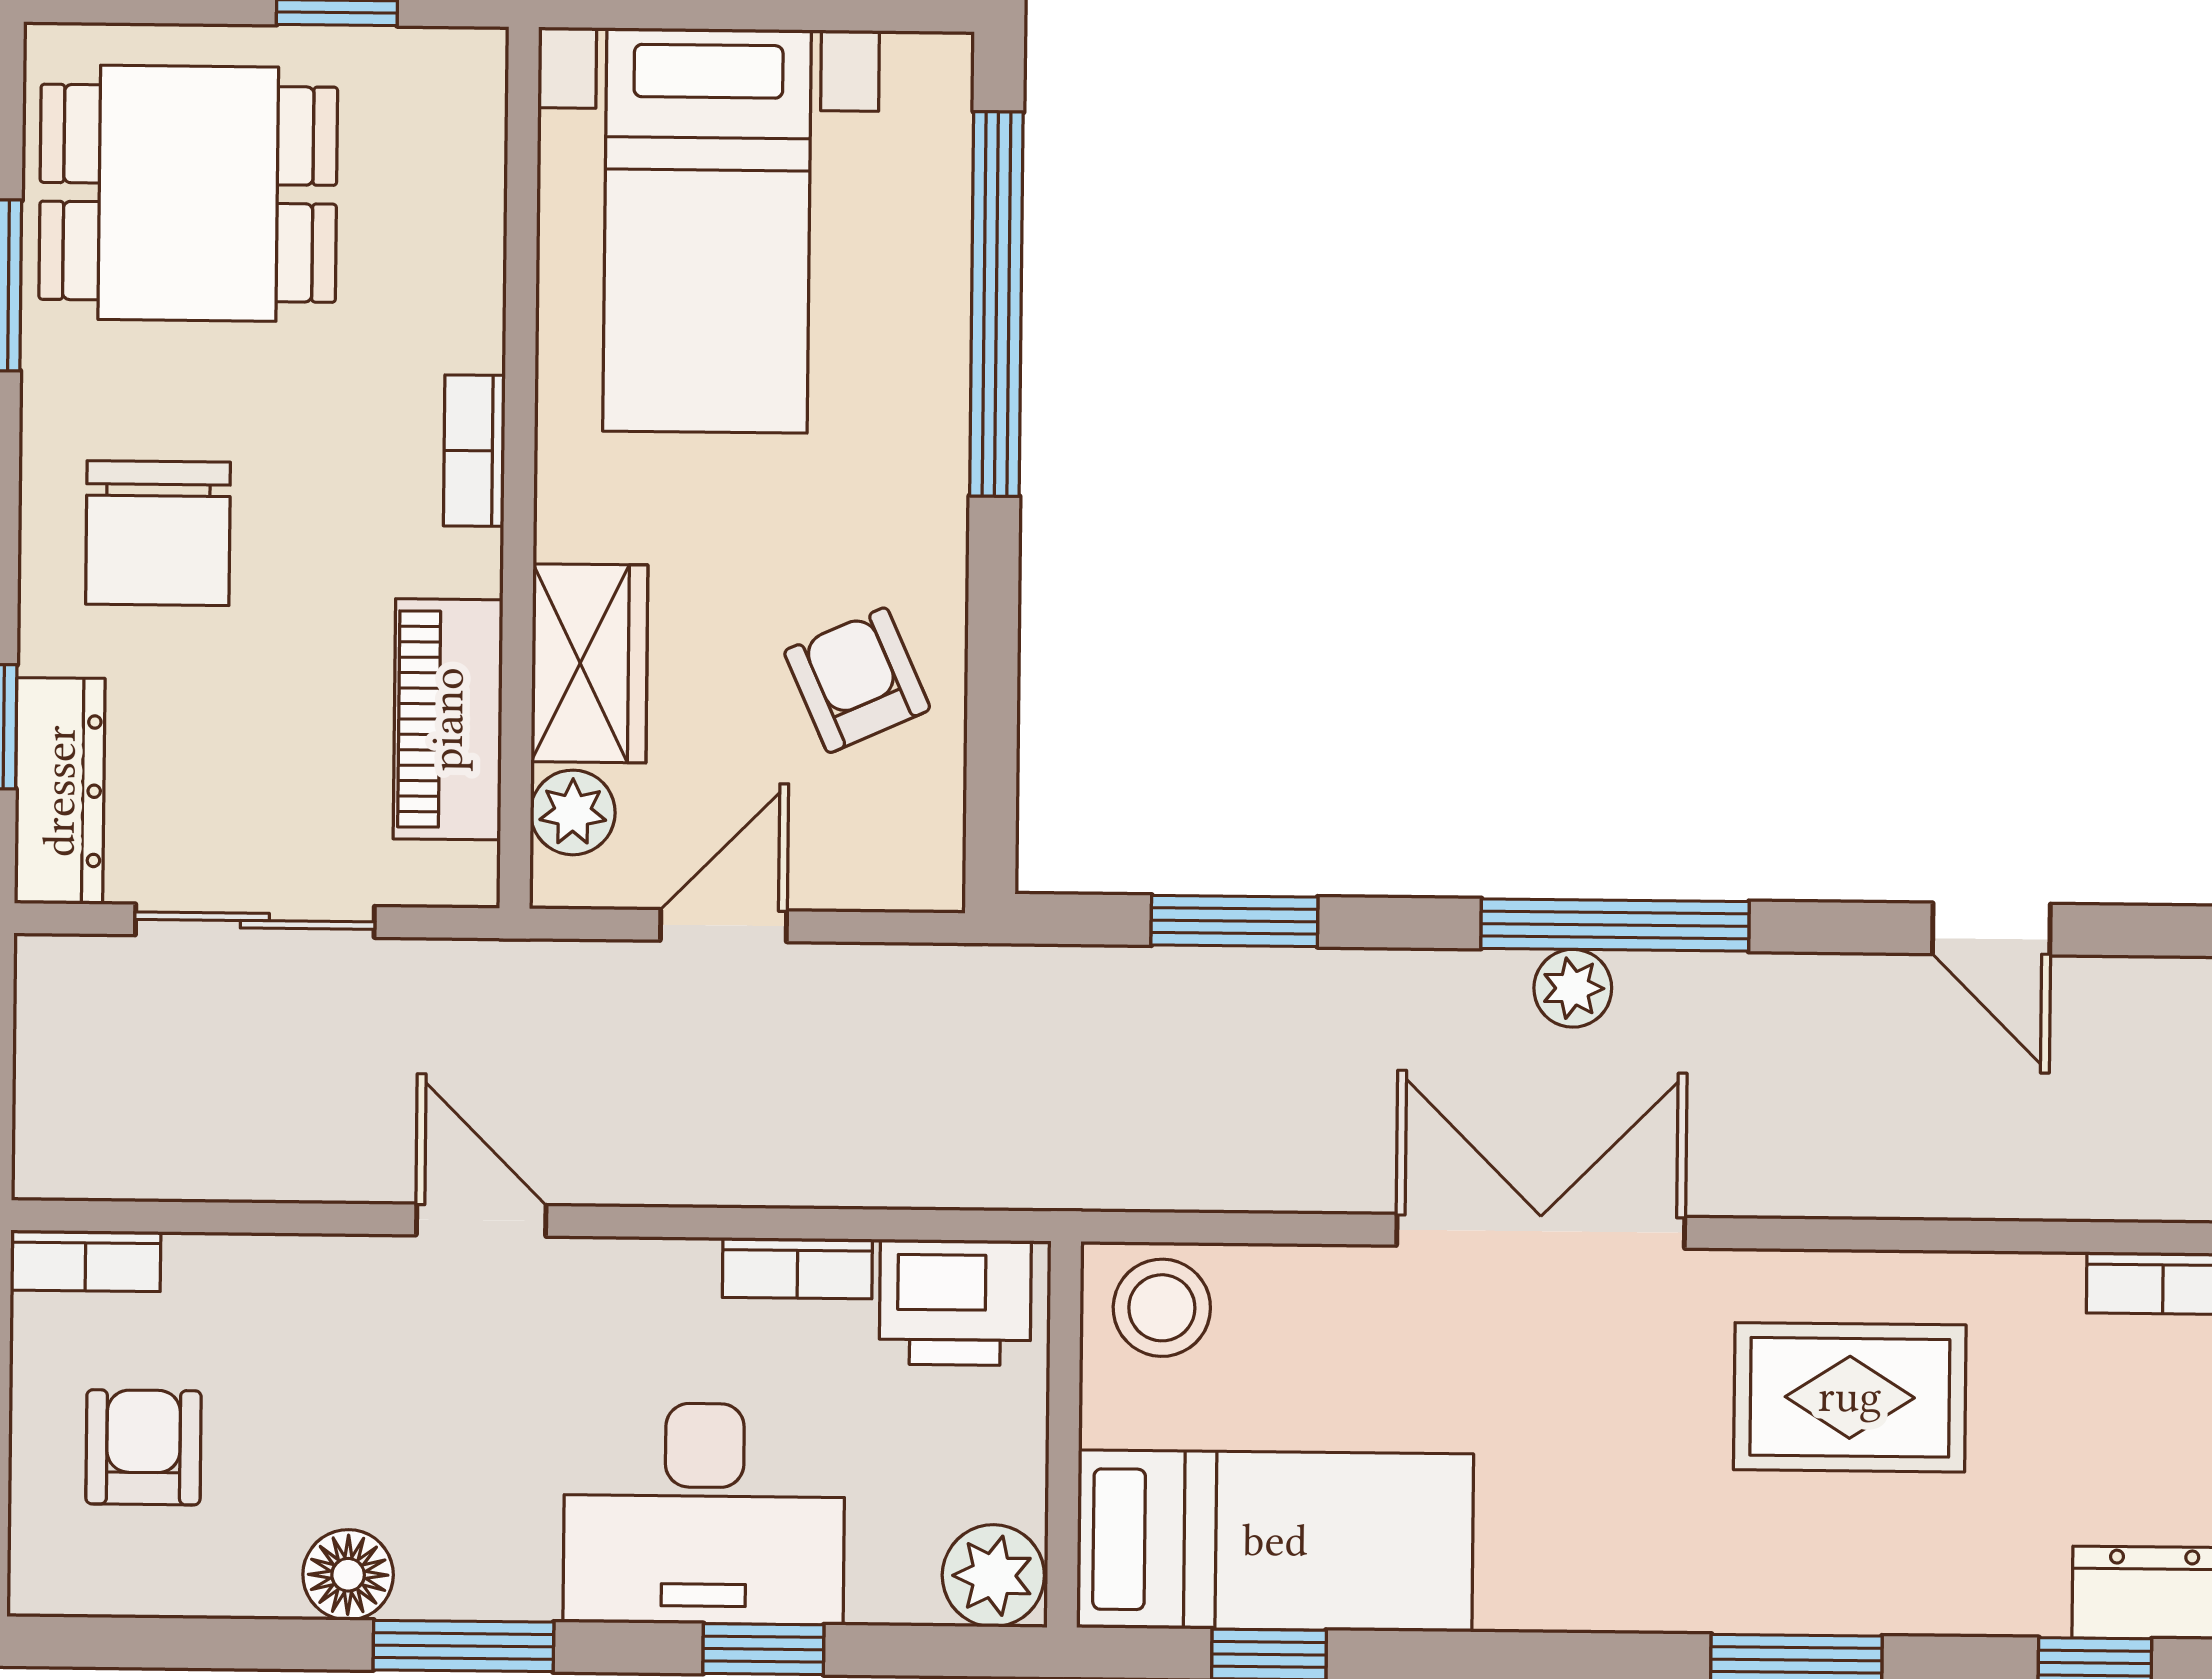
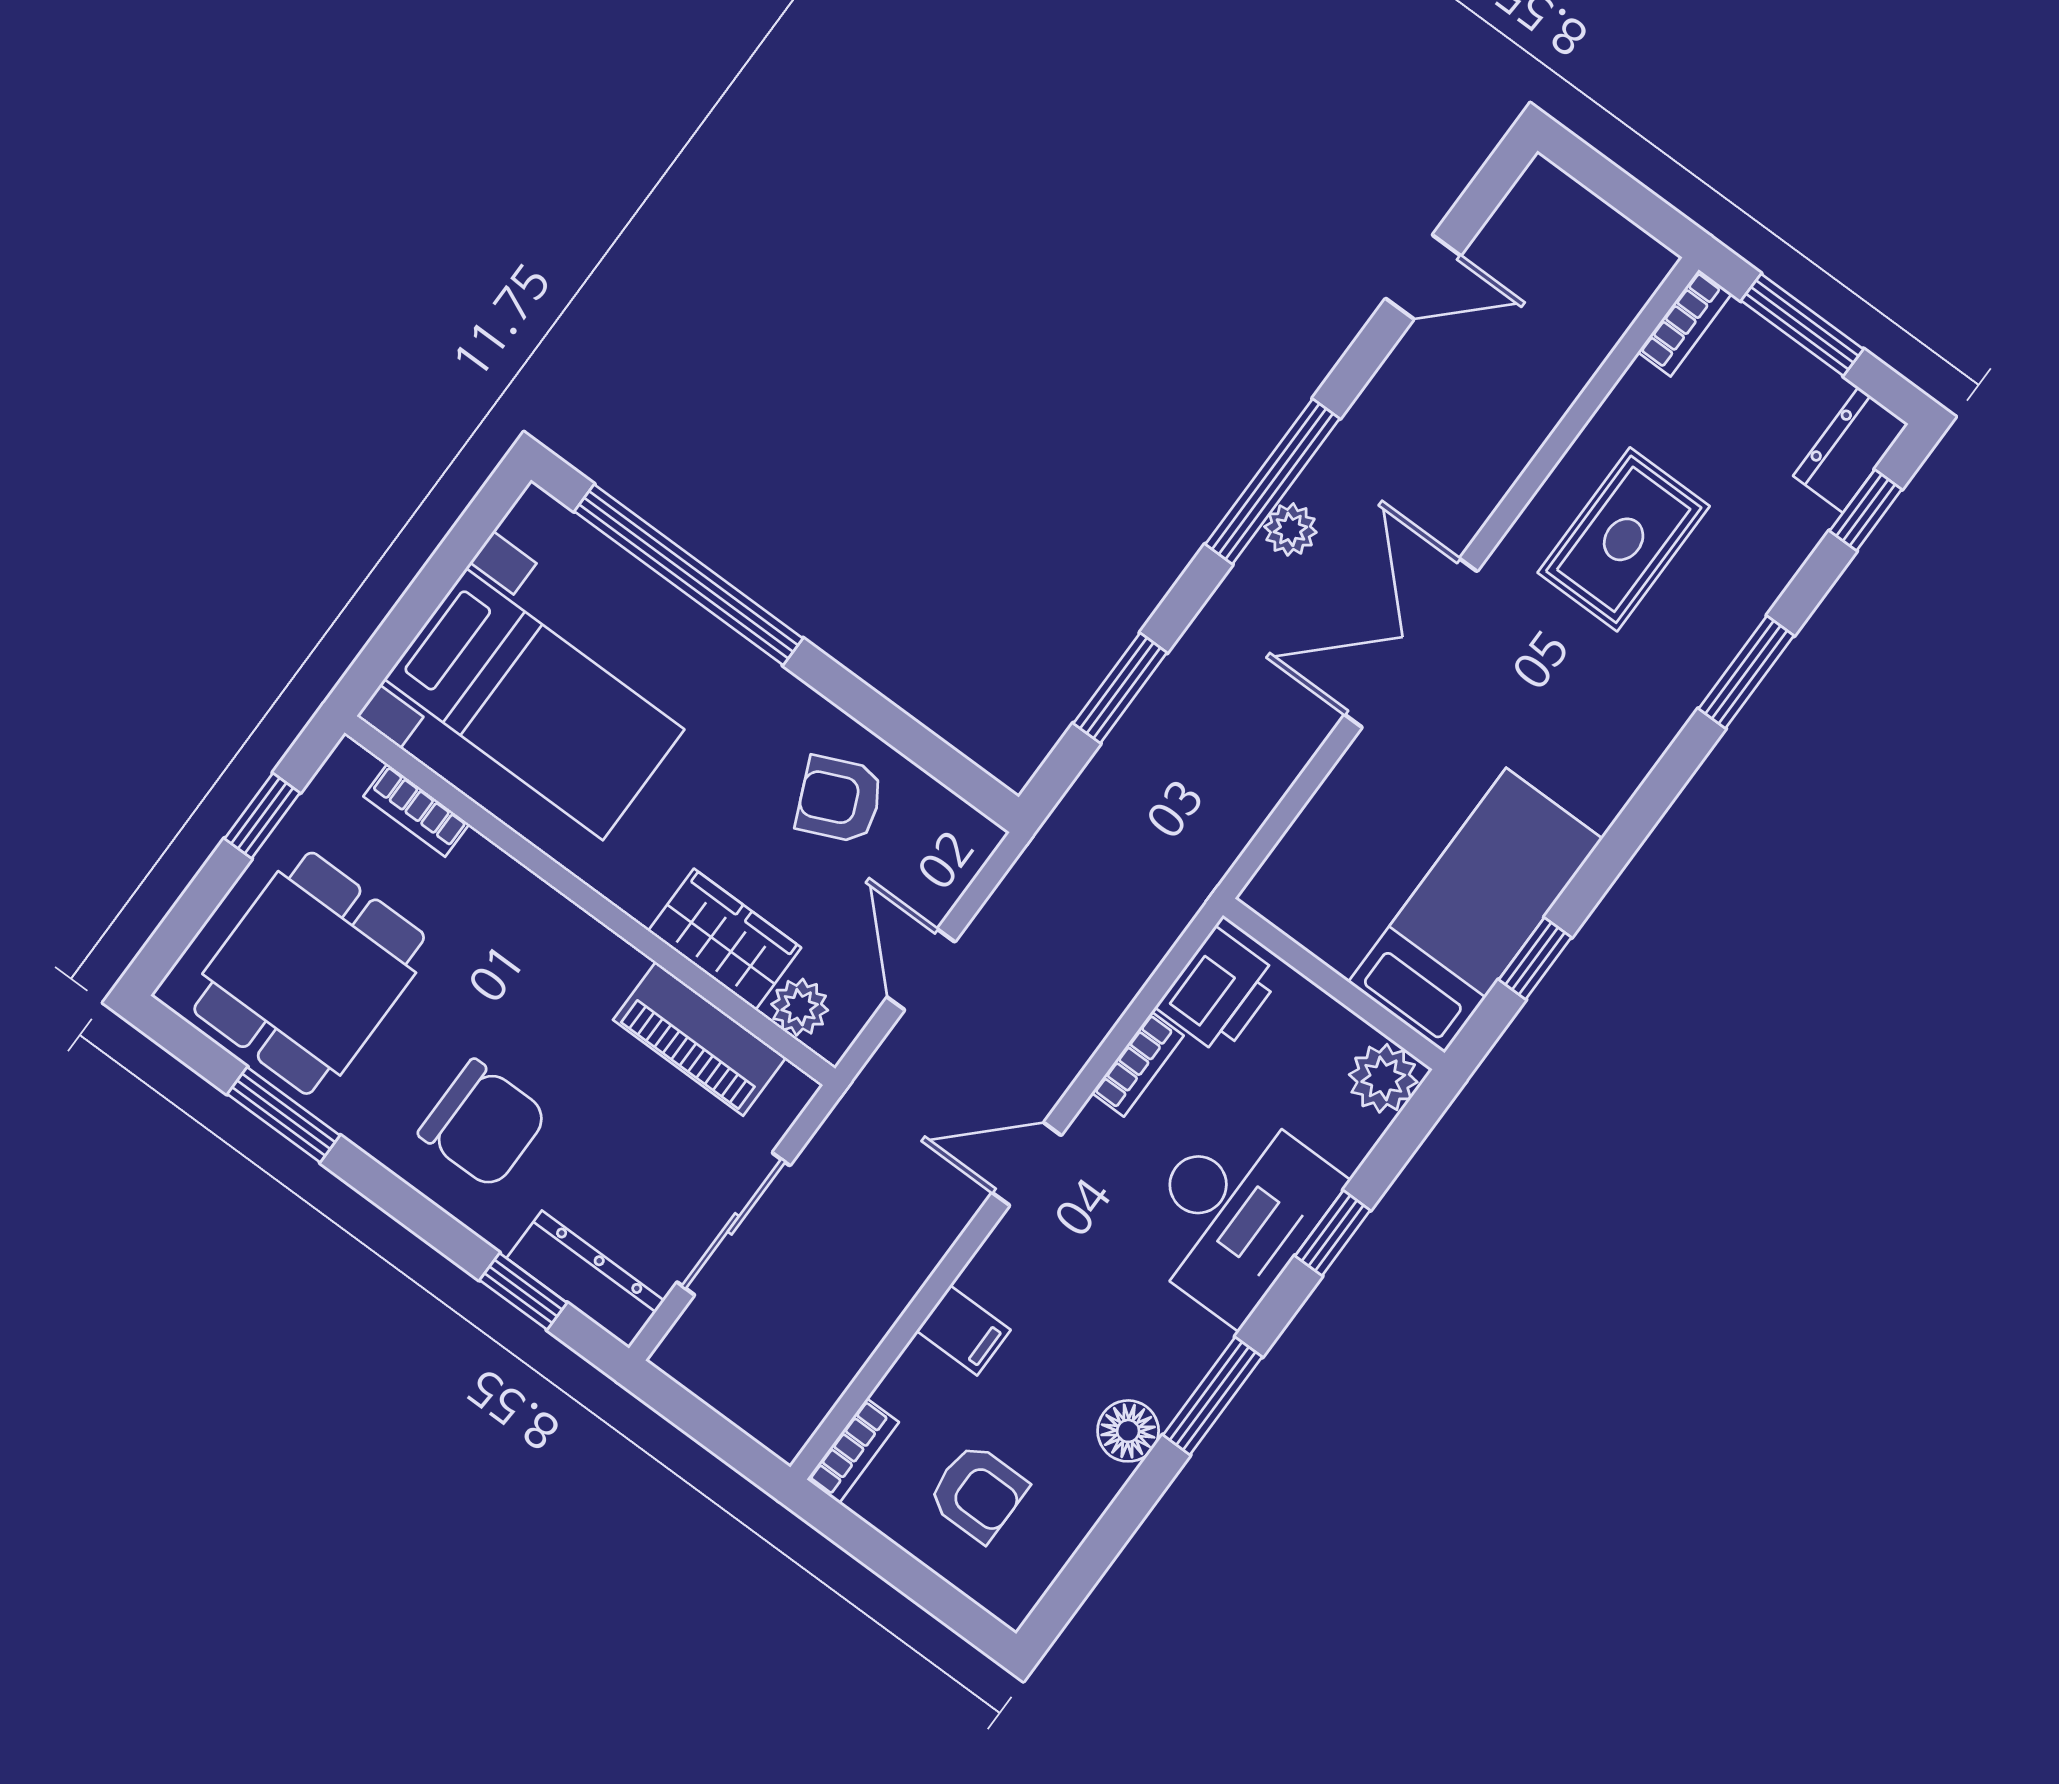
bookcase: (474, 451) -> (416, 810), moved
door: (481, 1220) -> (1027, 1164), moved
filing cabinet: (326, 1290) -> (963, 1330), added
stool: (1162, 1308) -> (1303, 880), removed
armchair: (143, 1447) -> (978, 1493), turned 180

